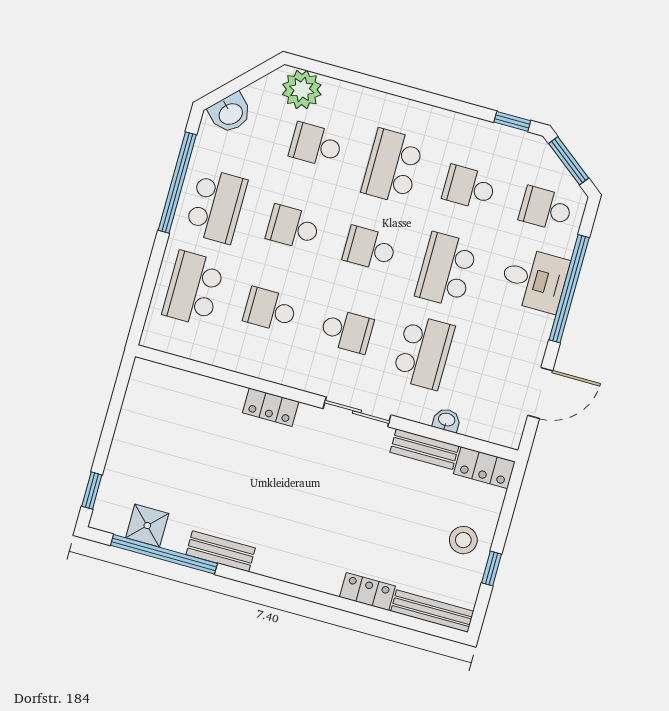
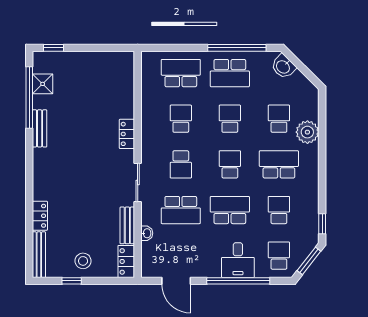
plant: (302, 90) -> (307, 132), moved

